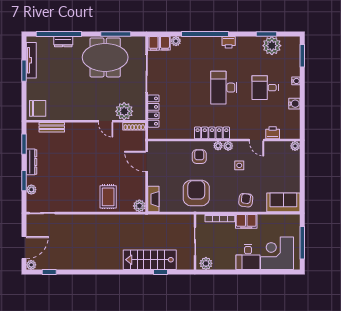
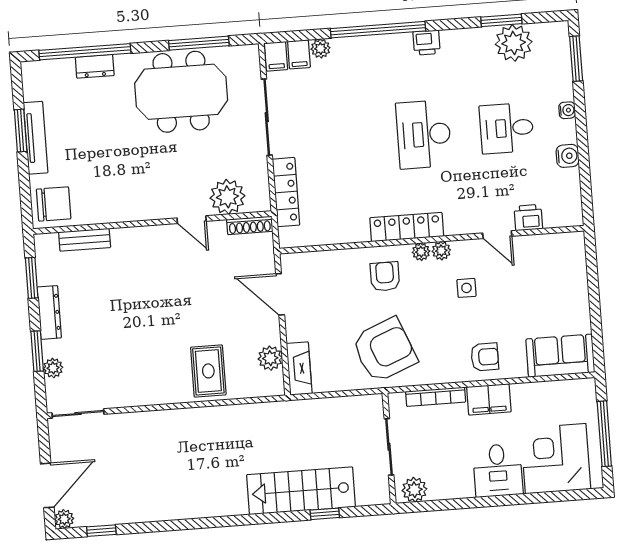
tv unit: (31, 60) -> (36, 138), moved
plant: (295, 146) -> (576, 241), removed
armchair: (196, 193) -> (384, 350), turned 68
armchair: (246, 200) -> (485, 357), turned 84
plant: (139, 206) -> (270, 358), moved

